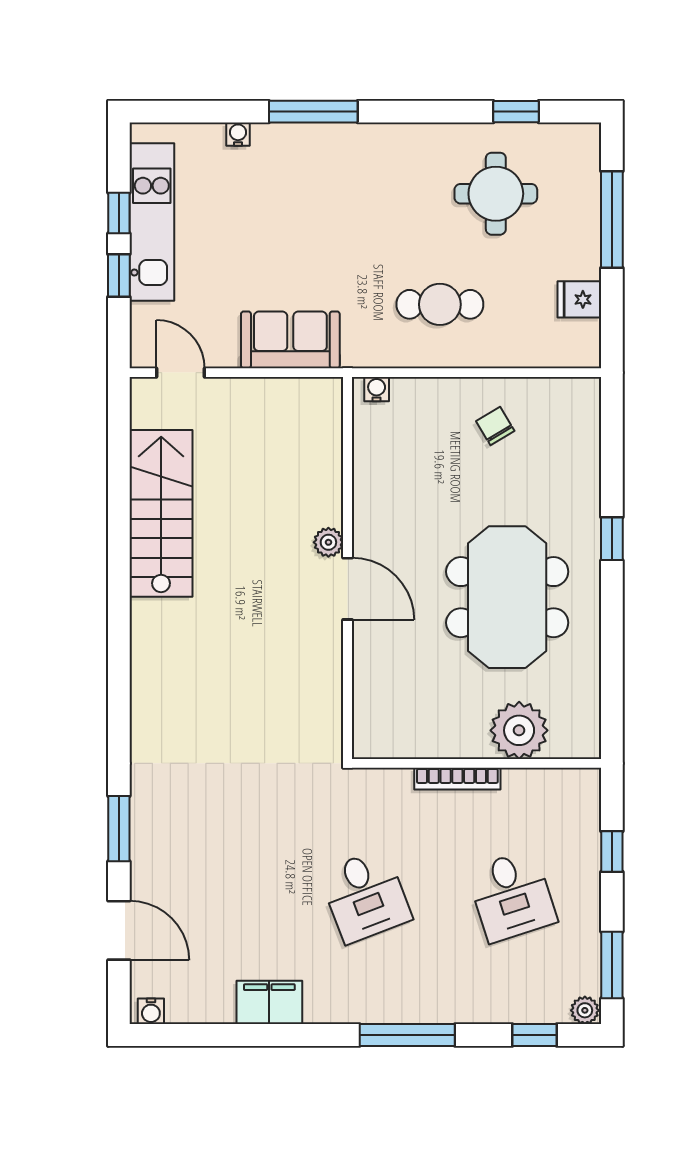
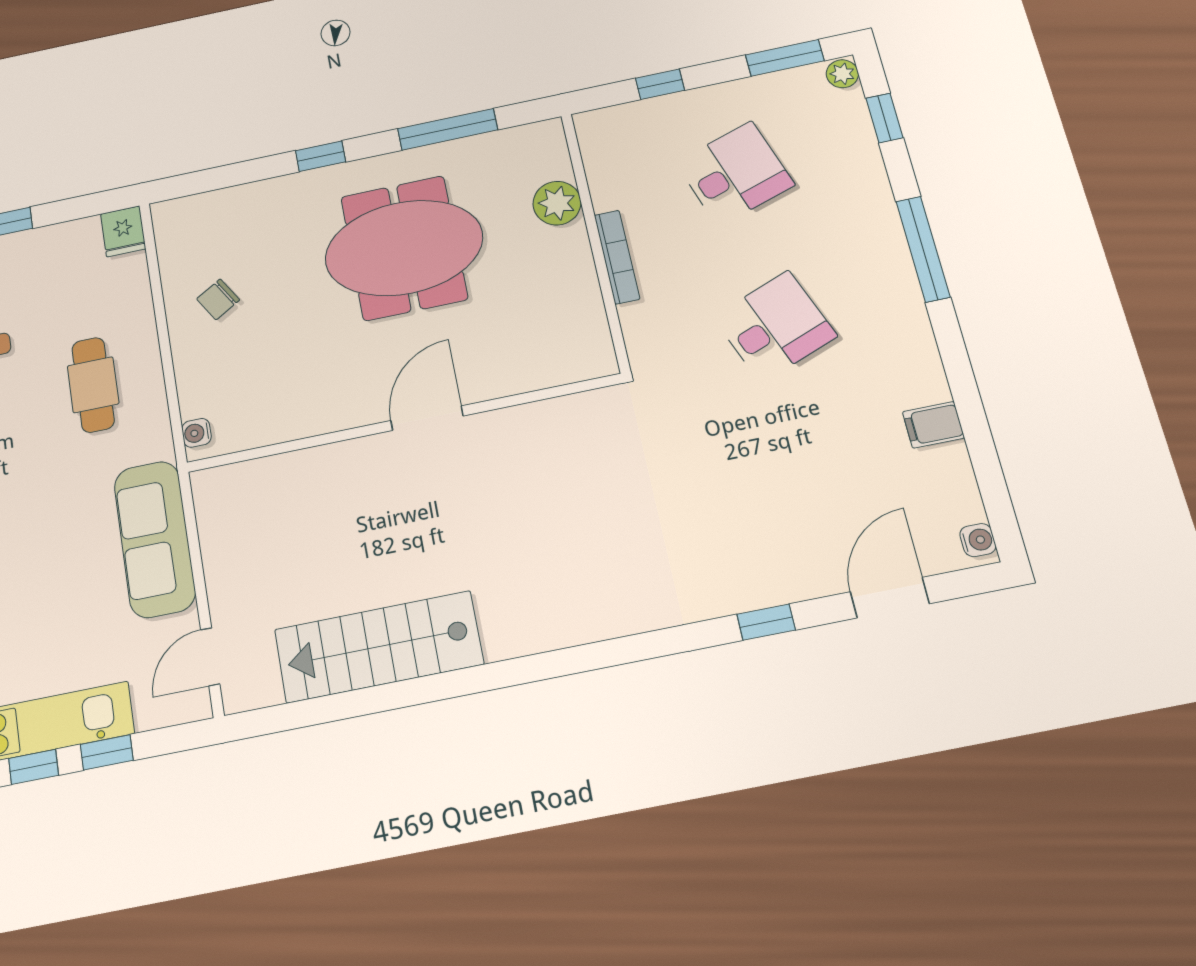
fridge: (579, 299) -> (123, 231), moved
sofa: (290, 340) -> (155, 539), width x1.36
plant: (328, 542) -> (378, 450), removed
window: (612, 656) -> (448, 129), added
plant: (519, 730) -> (557, 203), width x0.73, depth x0.73
window: (119, 829) -> (766, 622), width x0.67
filing cabinet: (269, 1002) -> (933, 425), width x0.50

